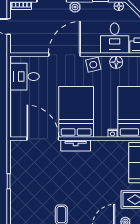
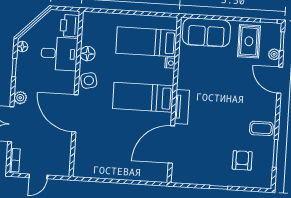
desk: (25, 77) -> (98, 161), removed
bed: (76, 112) -> (143, 97), width x0.67
armchair: (33, 200) -> (242, 160), added

